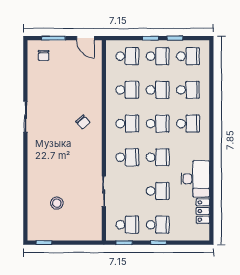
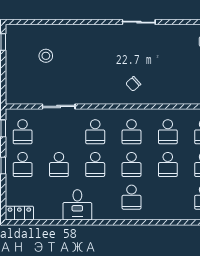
school desk: (188, 90) -> (168, 197), removed
desk: (195, 179) -> (77, 205), width x0.73
locker: (203, 211) -> (19, 213), moved

